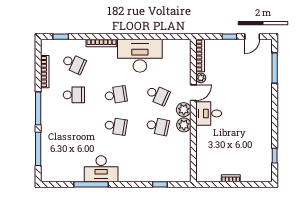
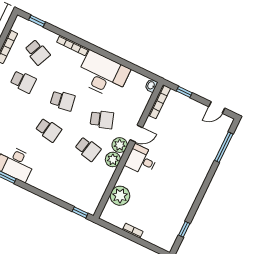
window: (229, 37) -> (184, 92), moved
washbasin: (186, 45) -> (151, 85), added
plant: (201, 78) -> (120, 196), moved, width x1.87, depth x1.87
school desk: (158, 95) -> (102, 119), turned -42
window: (160, 184) -> (80, 212), moved

